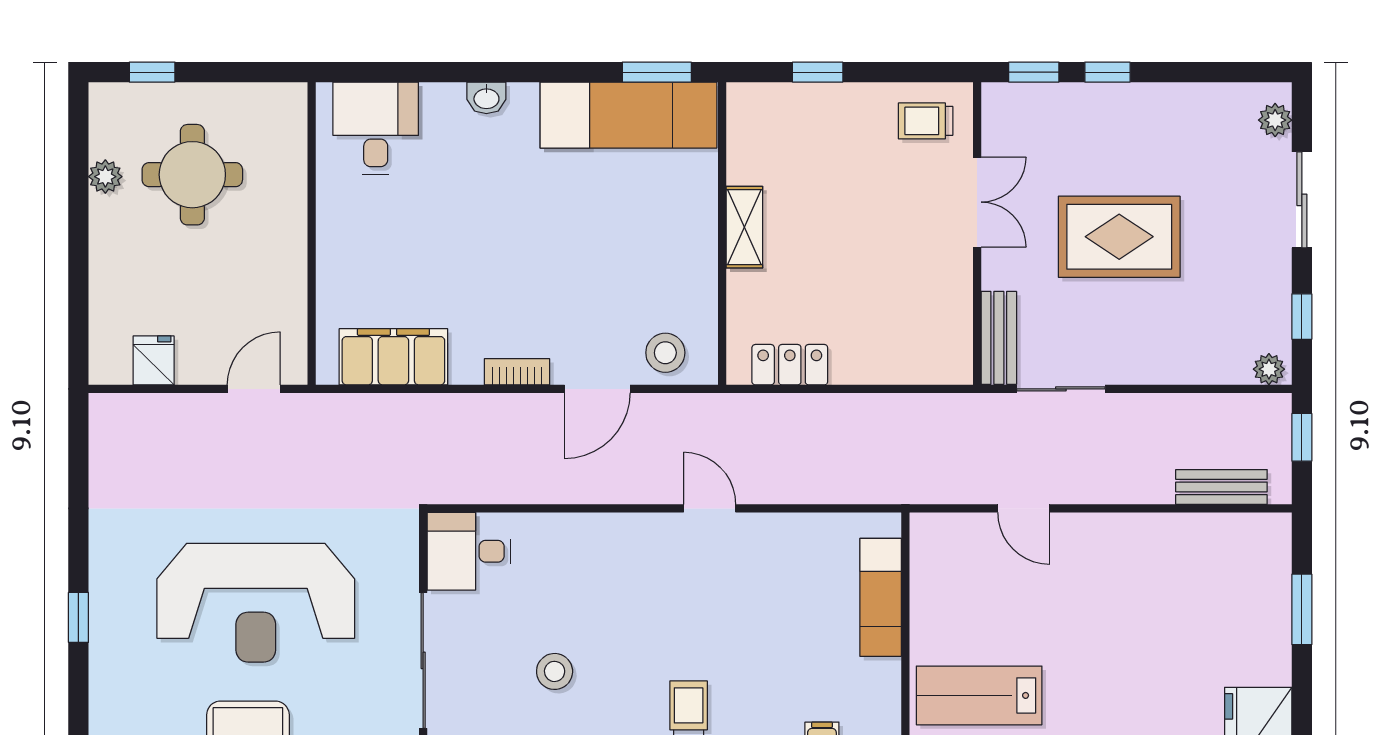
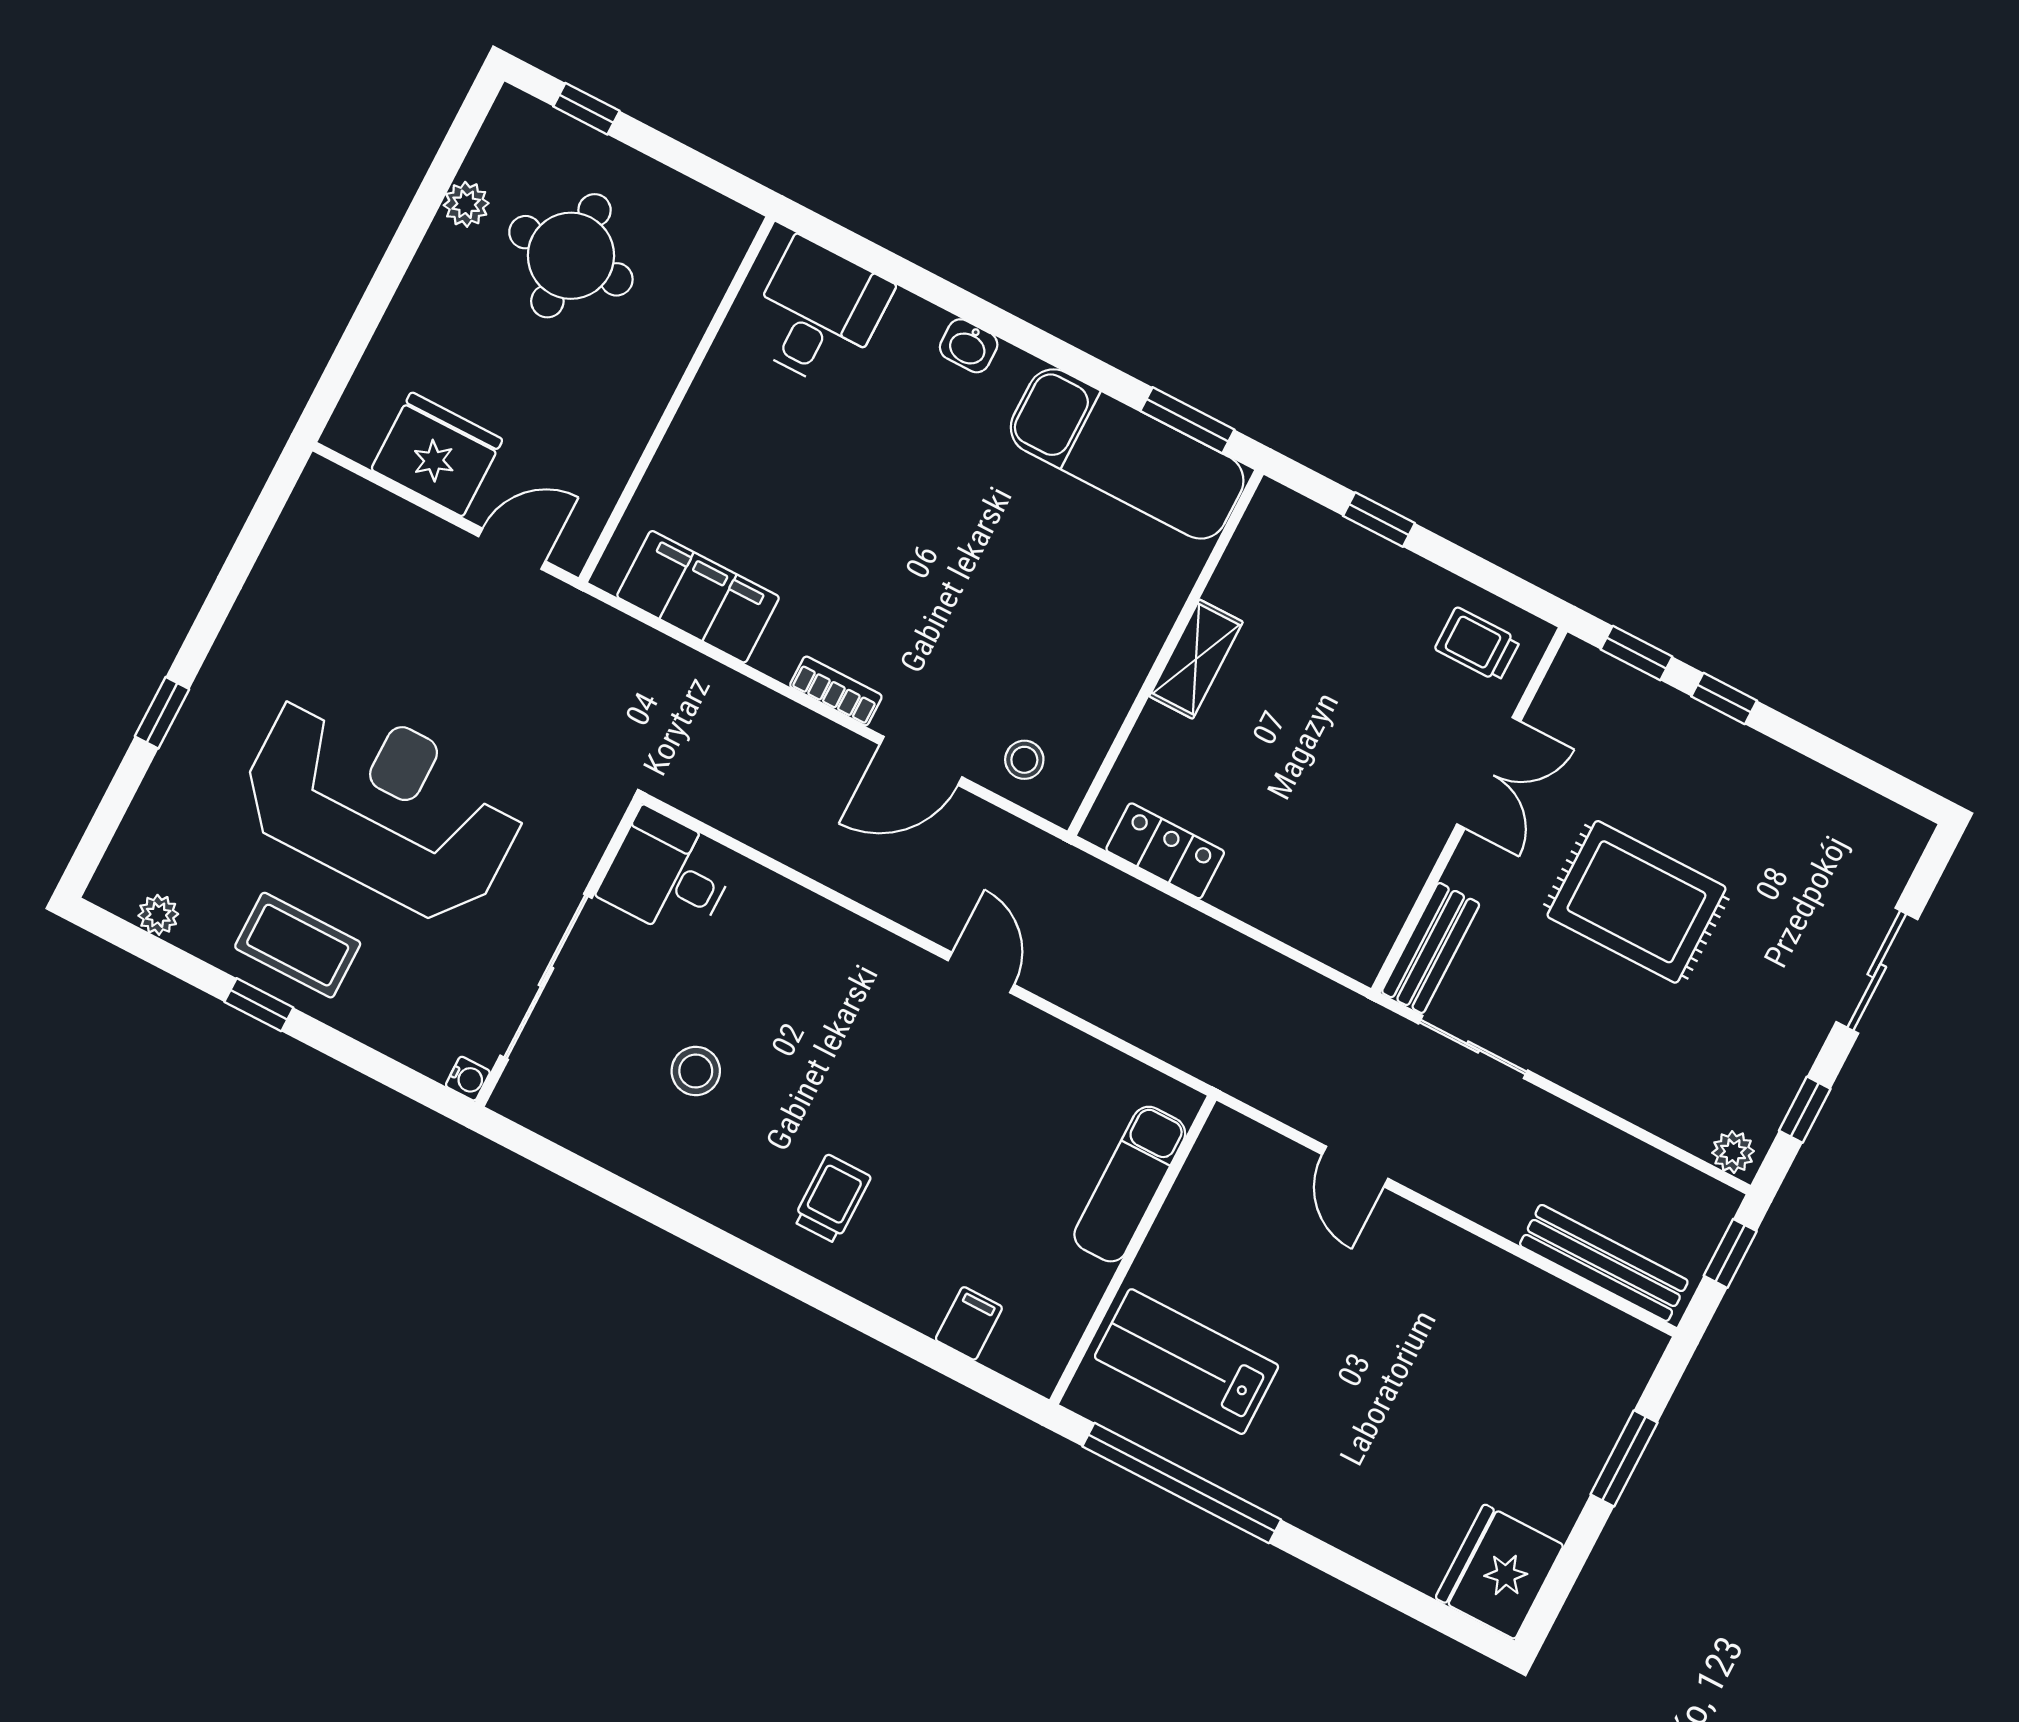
plant: (1275, 120) -> (1894, 859), removed
stool: (665, 353) -> (1024, 760), width x0.73, depth x0.73
fridge: (154, 360) -> (437, 454), width x1.88, depth x1.34
bench: (1221, 487) -> (1604, 1263), width x1.36
reception desk: (256, 603) -> (382, 805), turned 180

